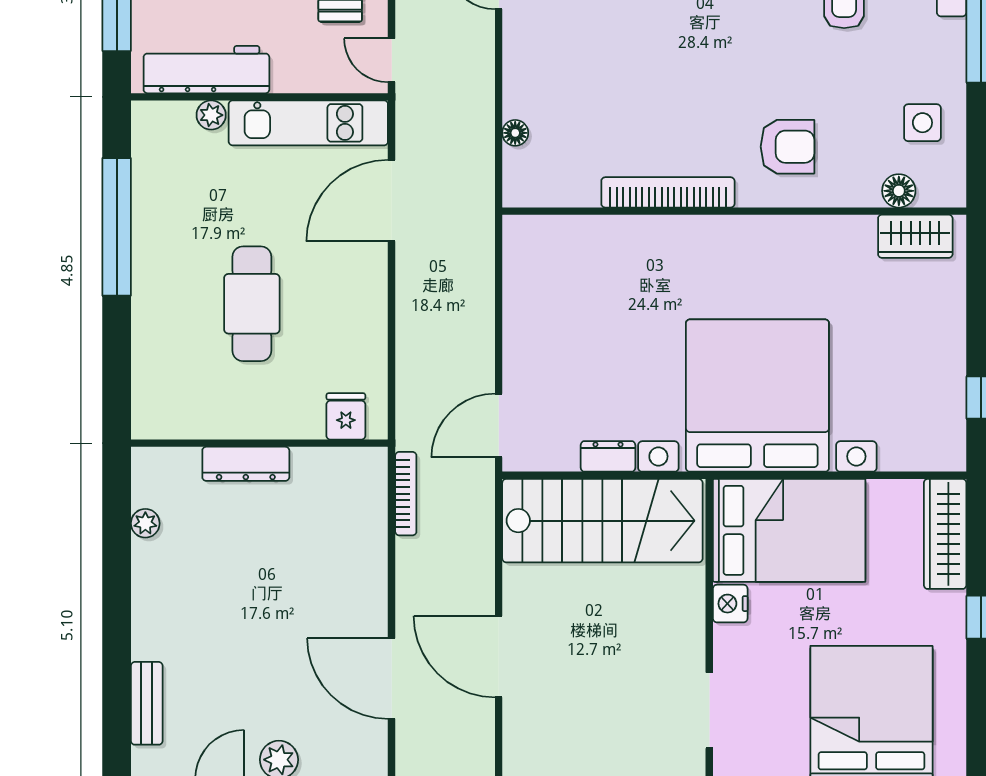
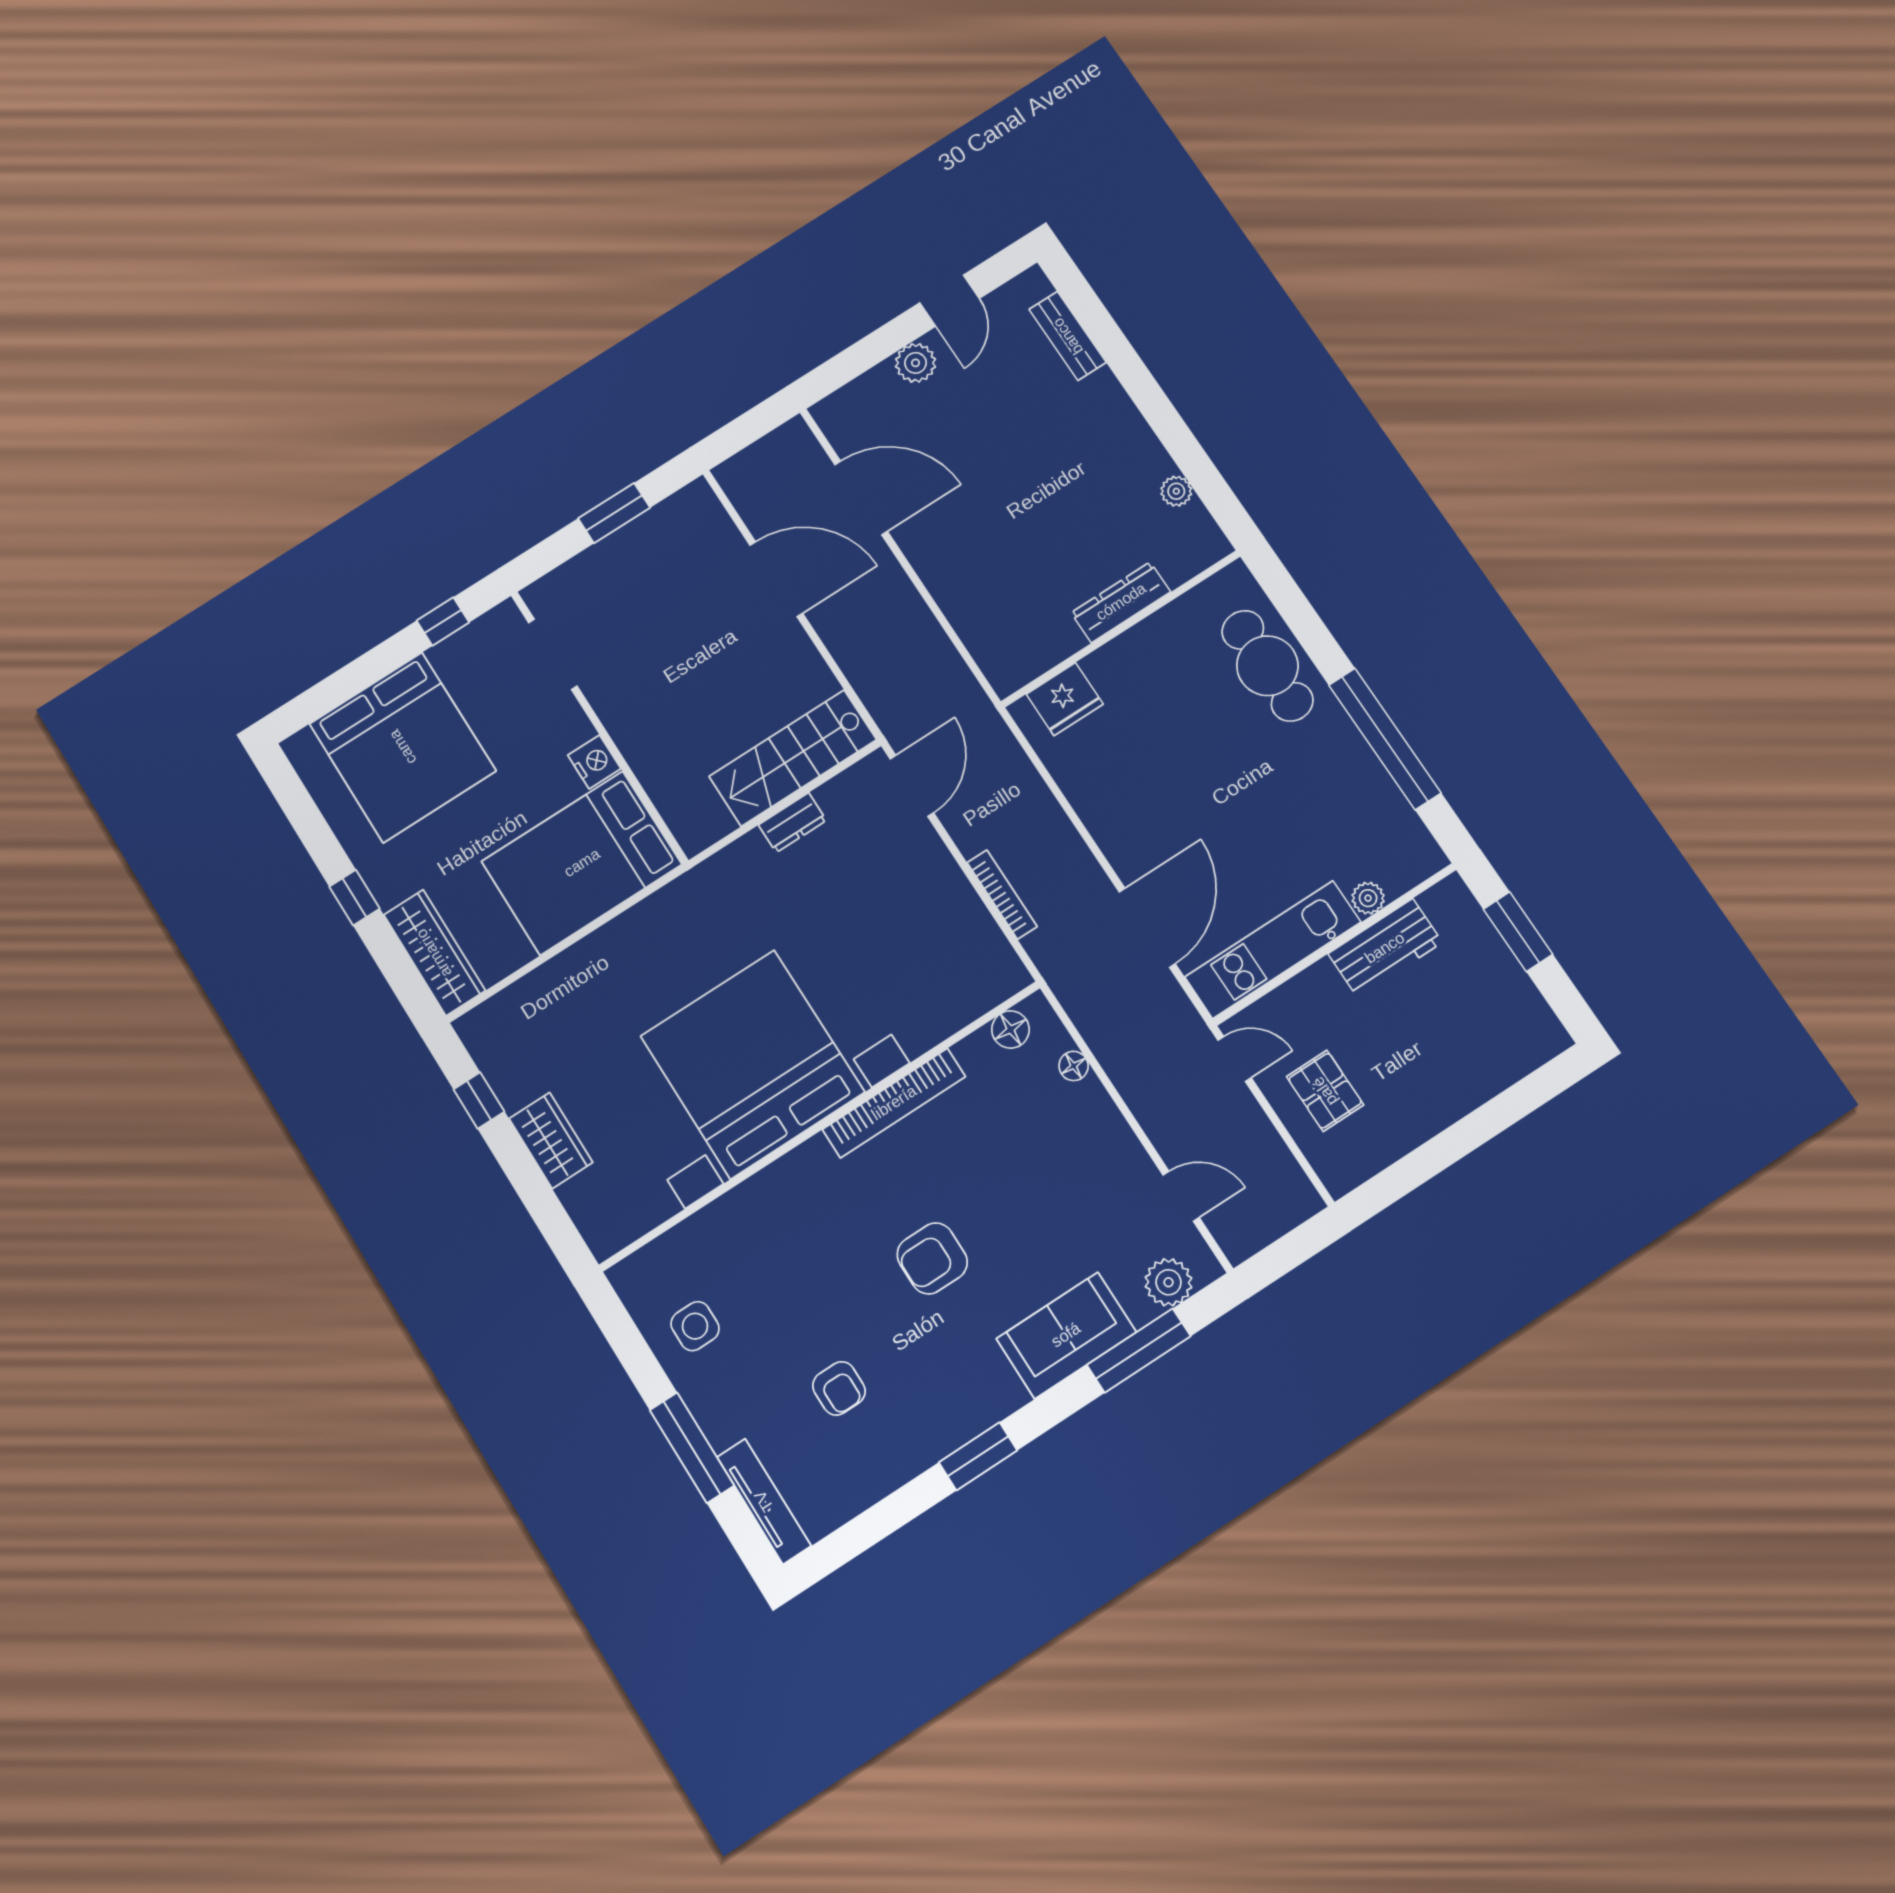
workbench: (206, 70) -> (1385, 948), width x0.73
armchair: (787, 147) -> (932, 1258), moved
floor lamp: (899, 191) -> (1010, 1029), moved
wardrobe: (915, 236) -> (551, 1140), moved, turned 90
cafe table: (252, 304) -> (1267, 666), moved
bed with nightstands: (757, 396) -> (752, 1064), moved, turned 180
fridge: (346, 416) -> (1065, 699), width x1.38
bookcase: (406, 494) -> (1002, 895), moved, turned 180
stairs: (602, 521) -> (793, 758), width x0.73, depth x0.66

